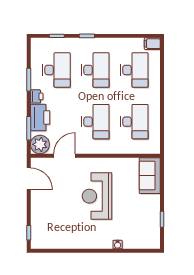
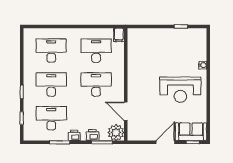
filing cabinet: (152, 44) -> (119, 35), moved
printer: (40, 118) -> (93, 135), width x0.53, depth x0.68
sofa: (150, 176) -> (191, 132), moved, turned 180
door: (29, 179) -> (165, 142), moved
reception desk: (97, 196) -> (180, 90), moved

